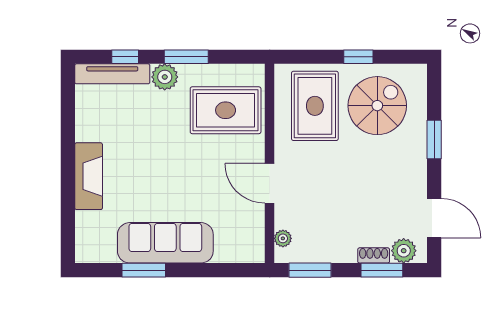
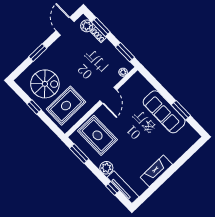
window: (186, 57) -> (79, 154), moved
spiral stairs: (377, 106) -> (45, 84), turned 180
fireplace: (89, 176) -> (156, 171), moved

